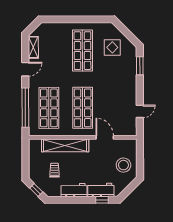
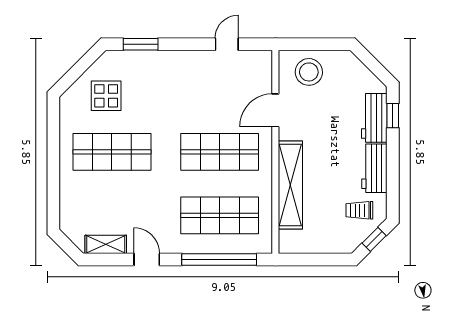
door: (140, 111) -> (227, 44), hinge flipped
stool: (123, 165) -> (309, 72), moved
trolley: (54, 170) -> (359, 210), moved

